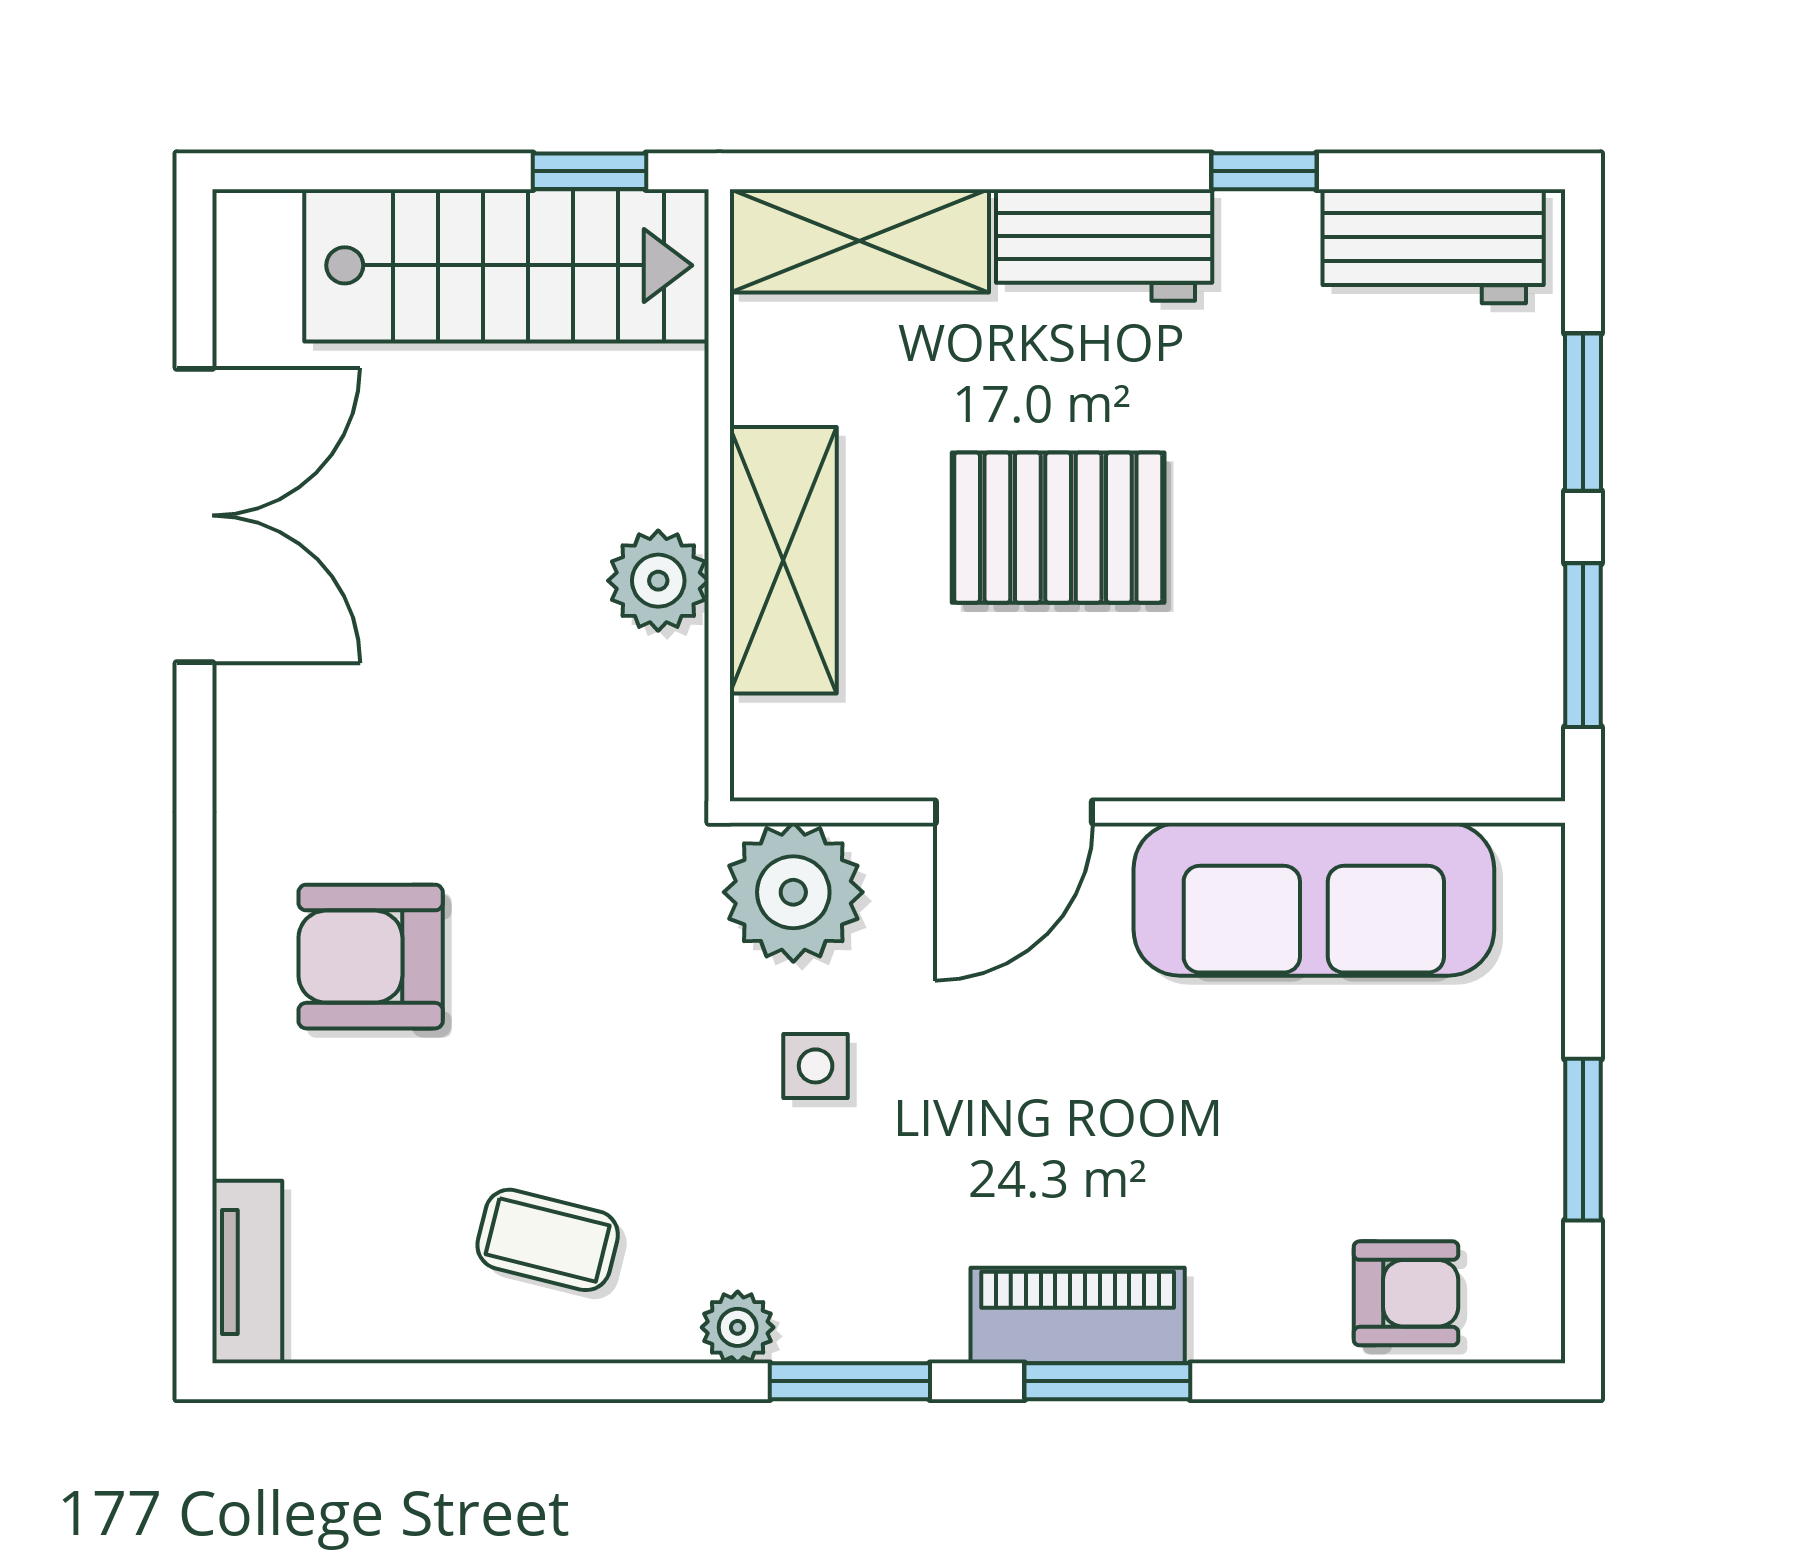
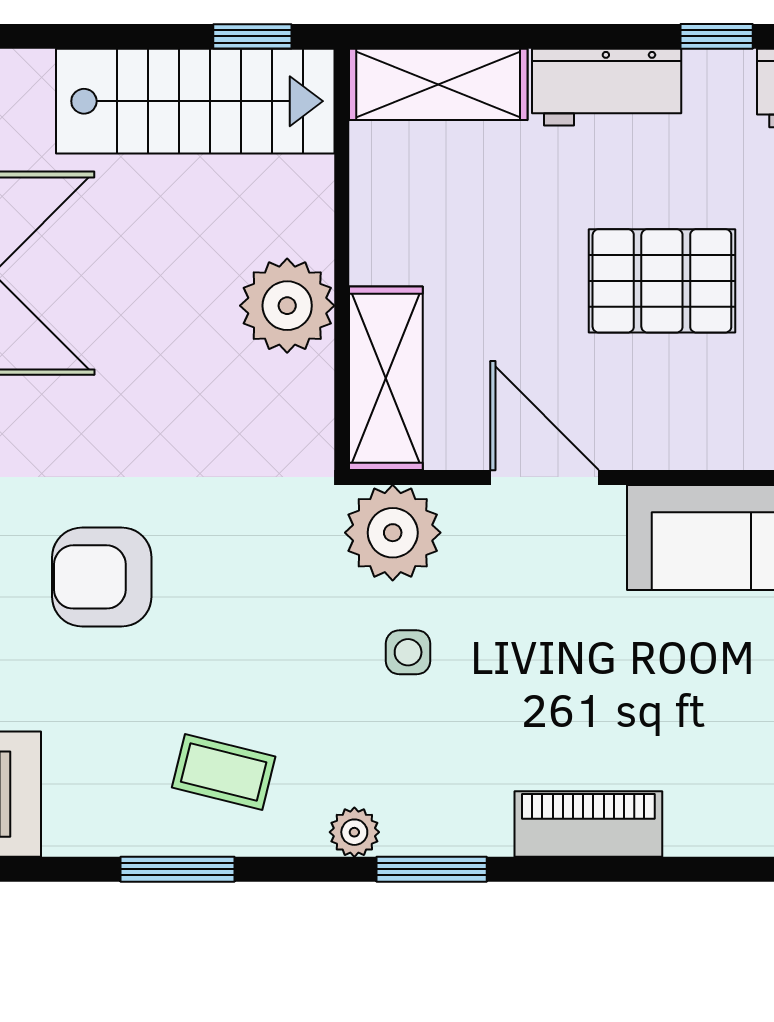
pallet: (1058, 528) -> (662, 281), moved
shelving: (783, 560) -> (386, 378), moved
plant: (658, 581) -> (287, 306), width x1.36, depth x1.36
door: (1014, 812) -> (545, 477), swing flipped
window: (1107, 1381) -> (177, 869), moved

